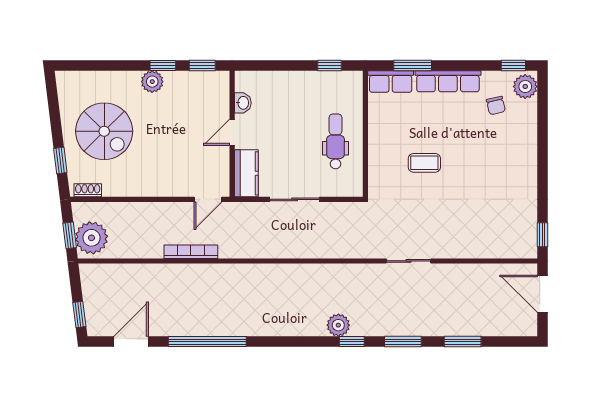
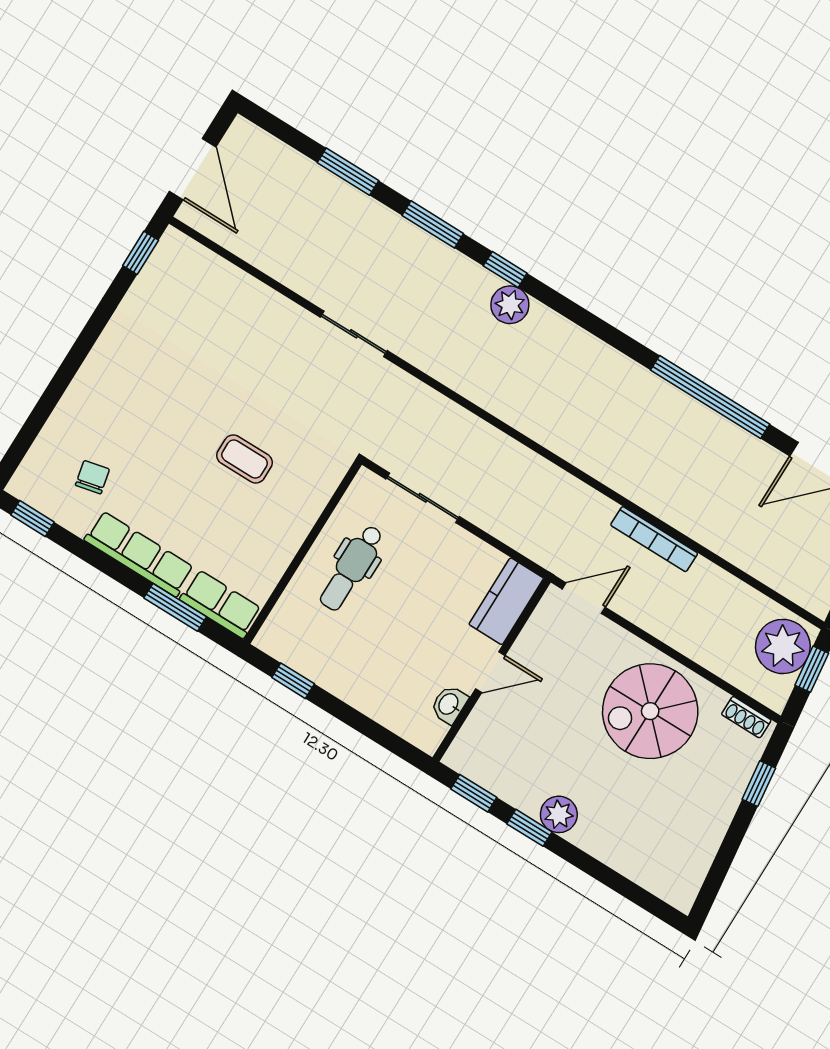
plant: (525, 86) -> (34, 478), removed
spiral stairs: (104, 131) -> (650, 711), moved, turned -90
sliding door: (295, 199) -> (423, 498), moved

